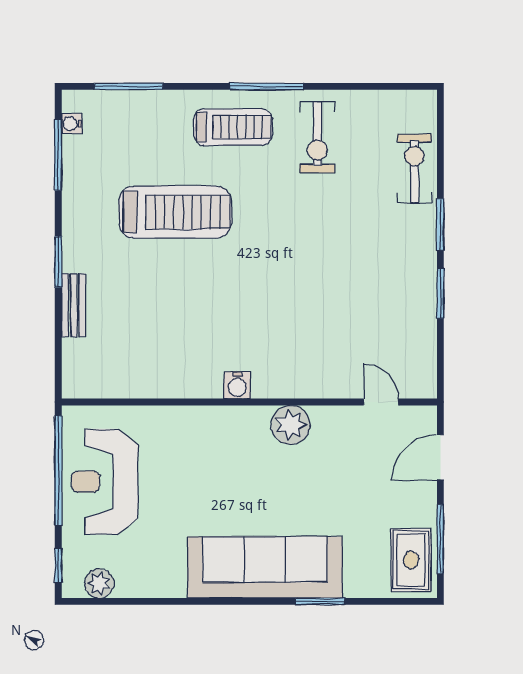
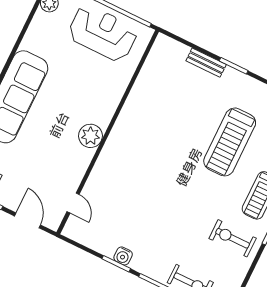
water cooler: (237, 385) -> (123, 256), moved, turned -90
door: (381, 402) -> (73, 203), hinge flipped
plant: (291, 425) -> (90, 136), moved

